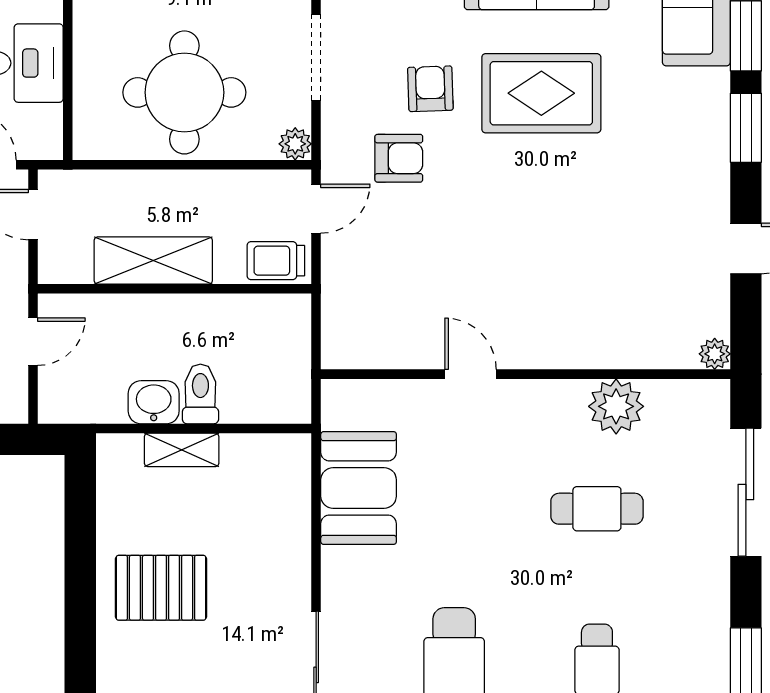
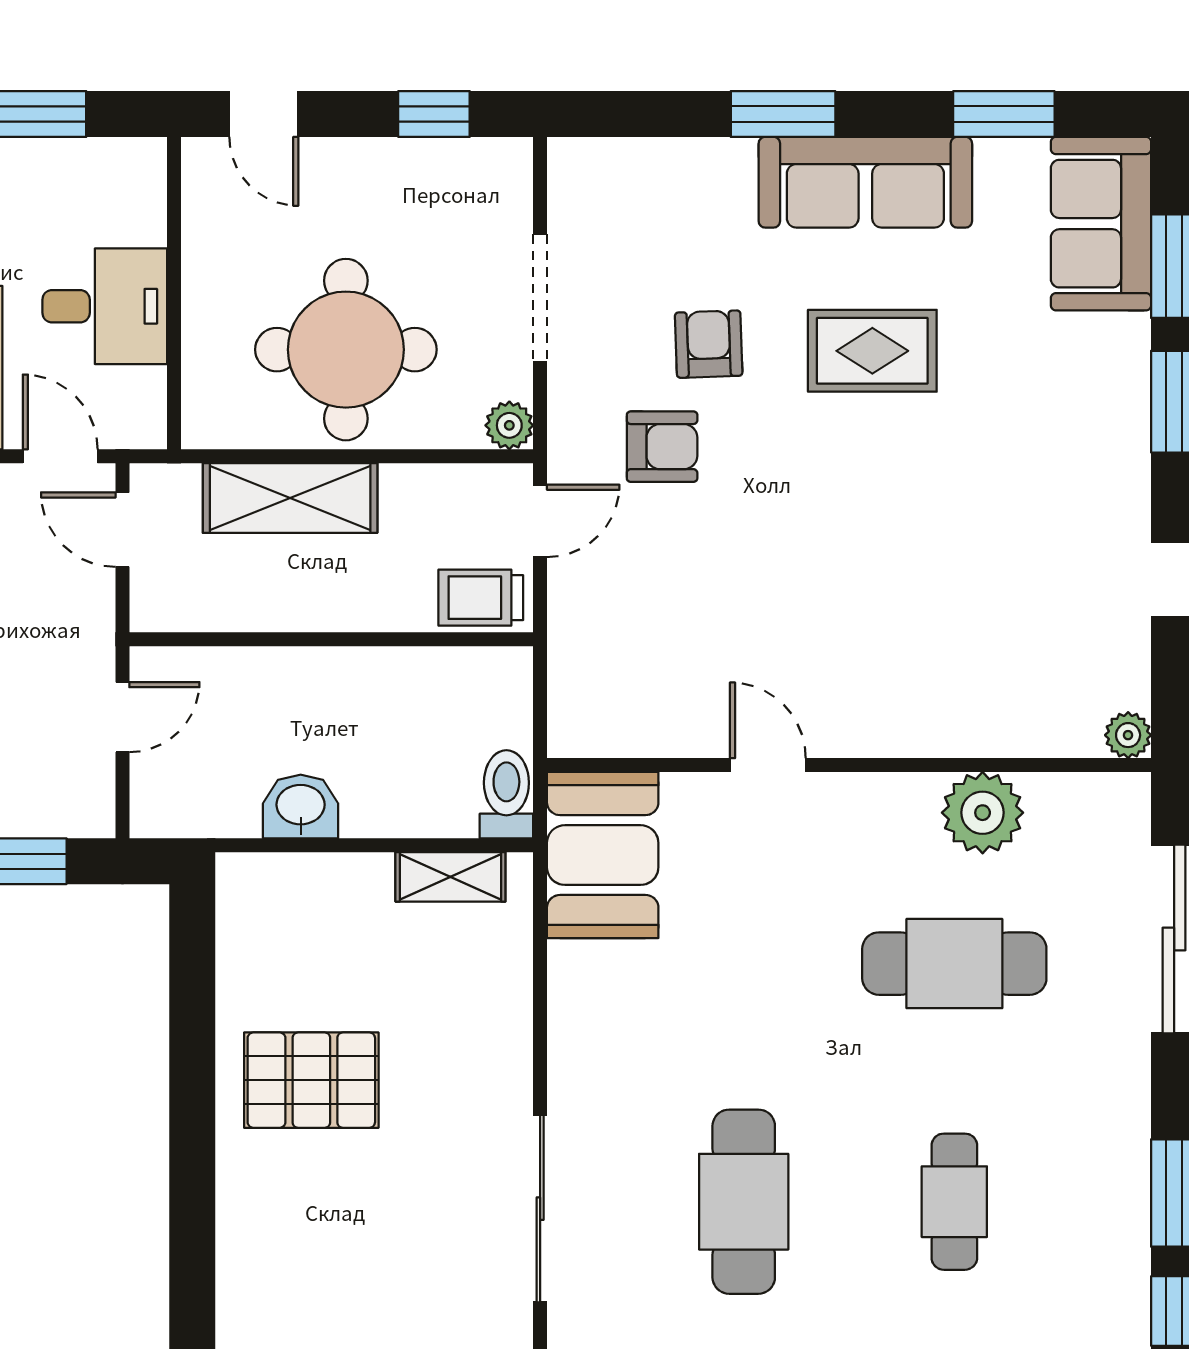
rug: (541, 93) -> (872, 351), width x0.73, depth x0.70
shelving: (153, 261) -> (290, 498), moved
toilet: (200, 394) -> (506, 794), moved
shelving: (182, 450) -> (450, 877), moved
booth: (359, 488) -> (603, 855), moved
cafe table: (597, 509) -> (954, 964), width x1.37, depth x1.35

